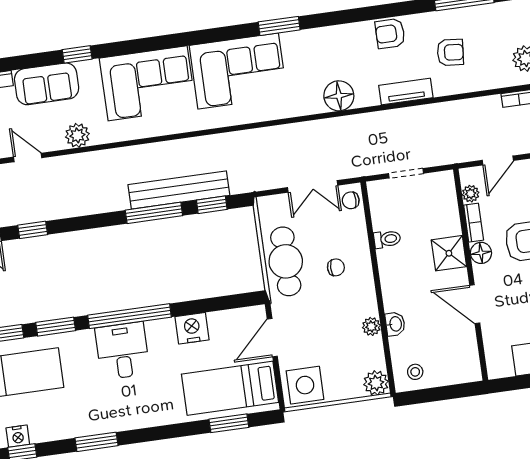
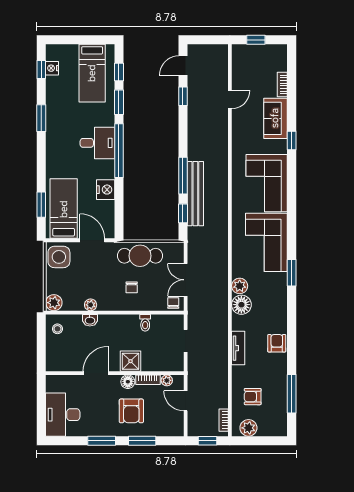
armchair: (450, 52) -> (253, 397), moved, turned 85
plant: (77, 135) -> (240, 286), moved

